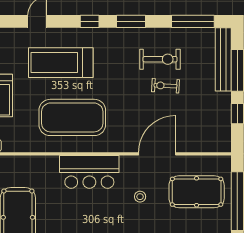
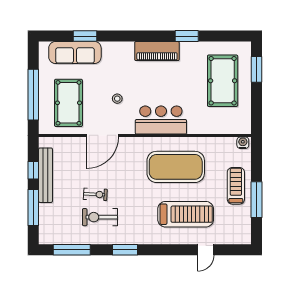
window: (90, 21) -> (161, 250), removed
bench: (223, 59) -> (46, 175), moved
pool table: (197, 192) -> (68, 103), turned 90

